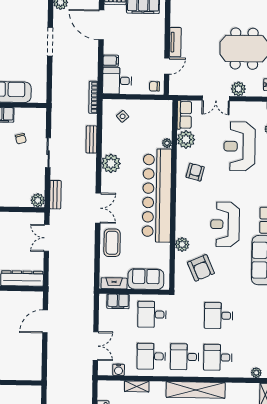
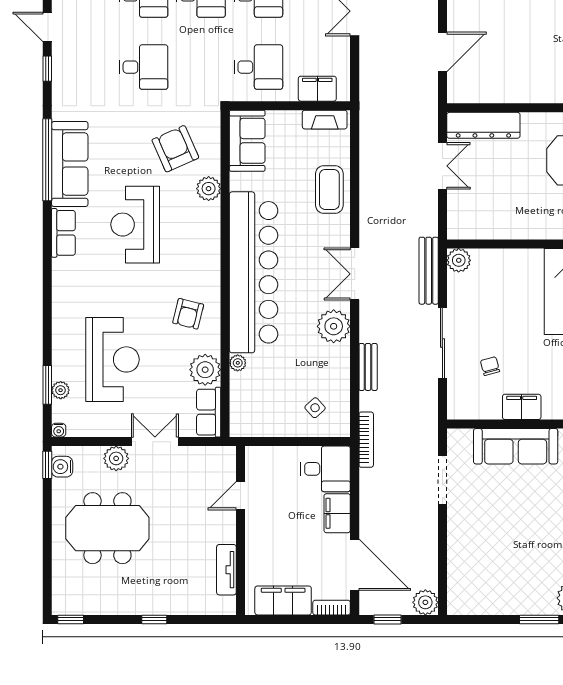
doorway: (50, 42) -> (442, 480), moved
tv unit: (175, 42) -> (226, 570), moved
filing cabinet: (111, 61) -> (337, 513), width x2.00
chair: (154, 86) -> (261, 460), removed
sliding door: (48, 153) -> (442, 343), width x1.37
bench: (55, 195) -> (429, 271), width x1.36
double door: (98, 208) -> (355, 274), moved
reception desk: (225, 224) -> (135, 225), turned 180
double door: (47, 238) -> (442, 166), moved
sofa: (146, 279) -> (247, 141), moved, turned -90

